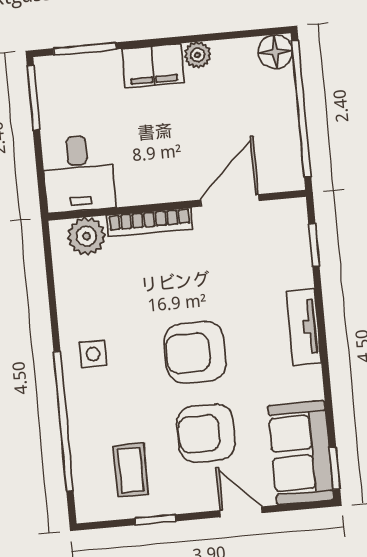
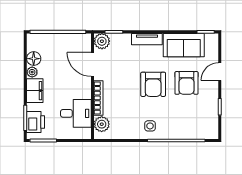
floor lamp: (275, 52) -> (34, 59), moved
printer: (77, 75) -> (36, 122), added
desk: (79, 174) -> (76, 113), moved
plant: (288, 218) -> (102, 41), added
sofa: (301, 453) -> (184, 45), moved
coffee table: (131, 470) -> (199, 115), removed

